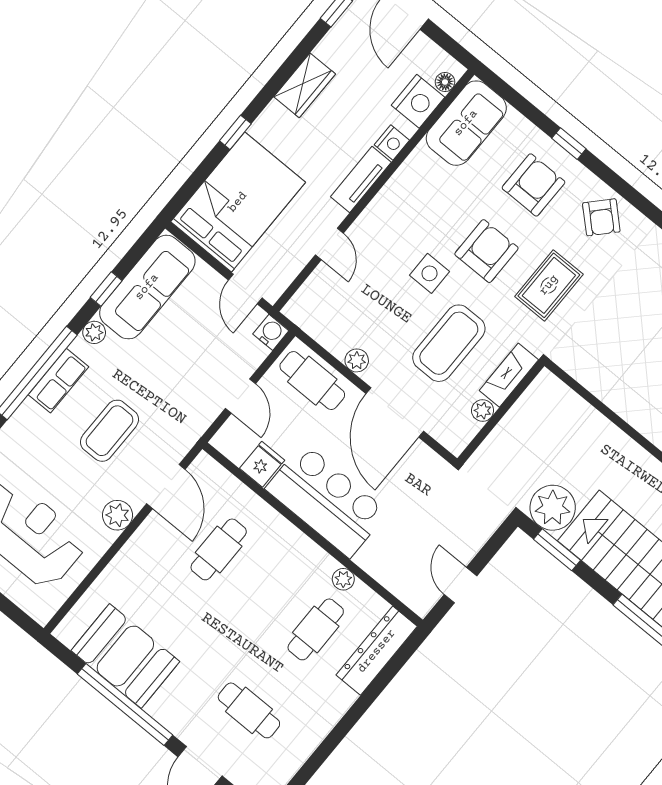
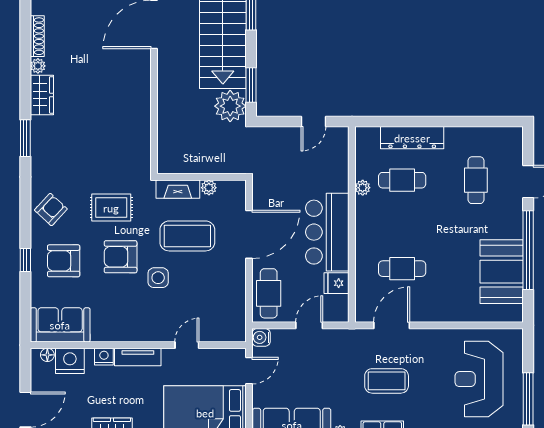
plant: (357, 360) -> (238, 278), removed
plant: (117, 515) -> (429, 339), removed
dresser: (377, 651) -> (412, 138), moved

